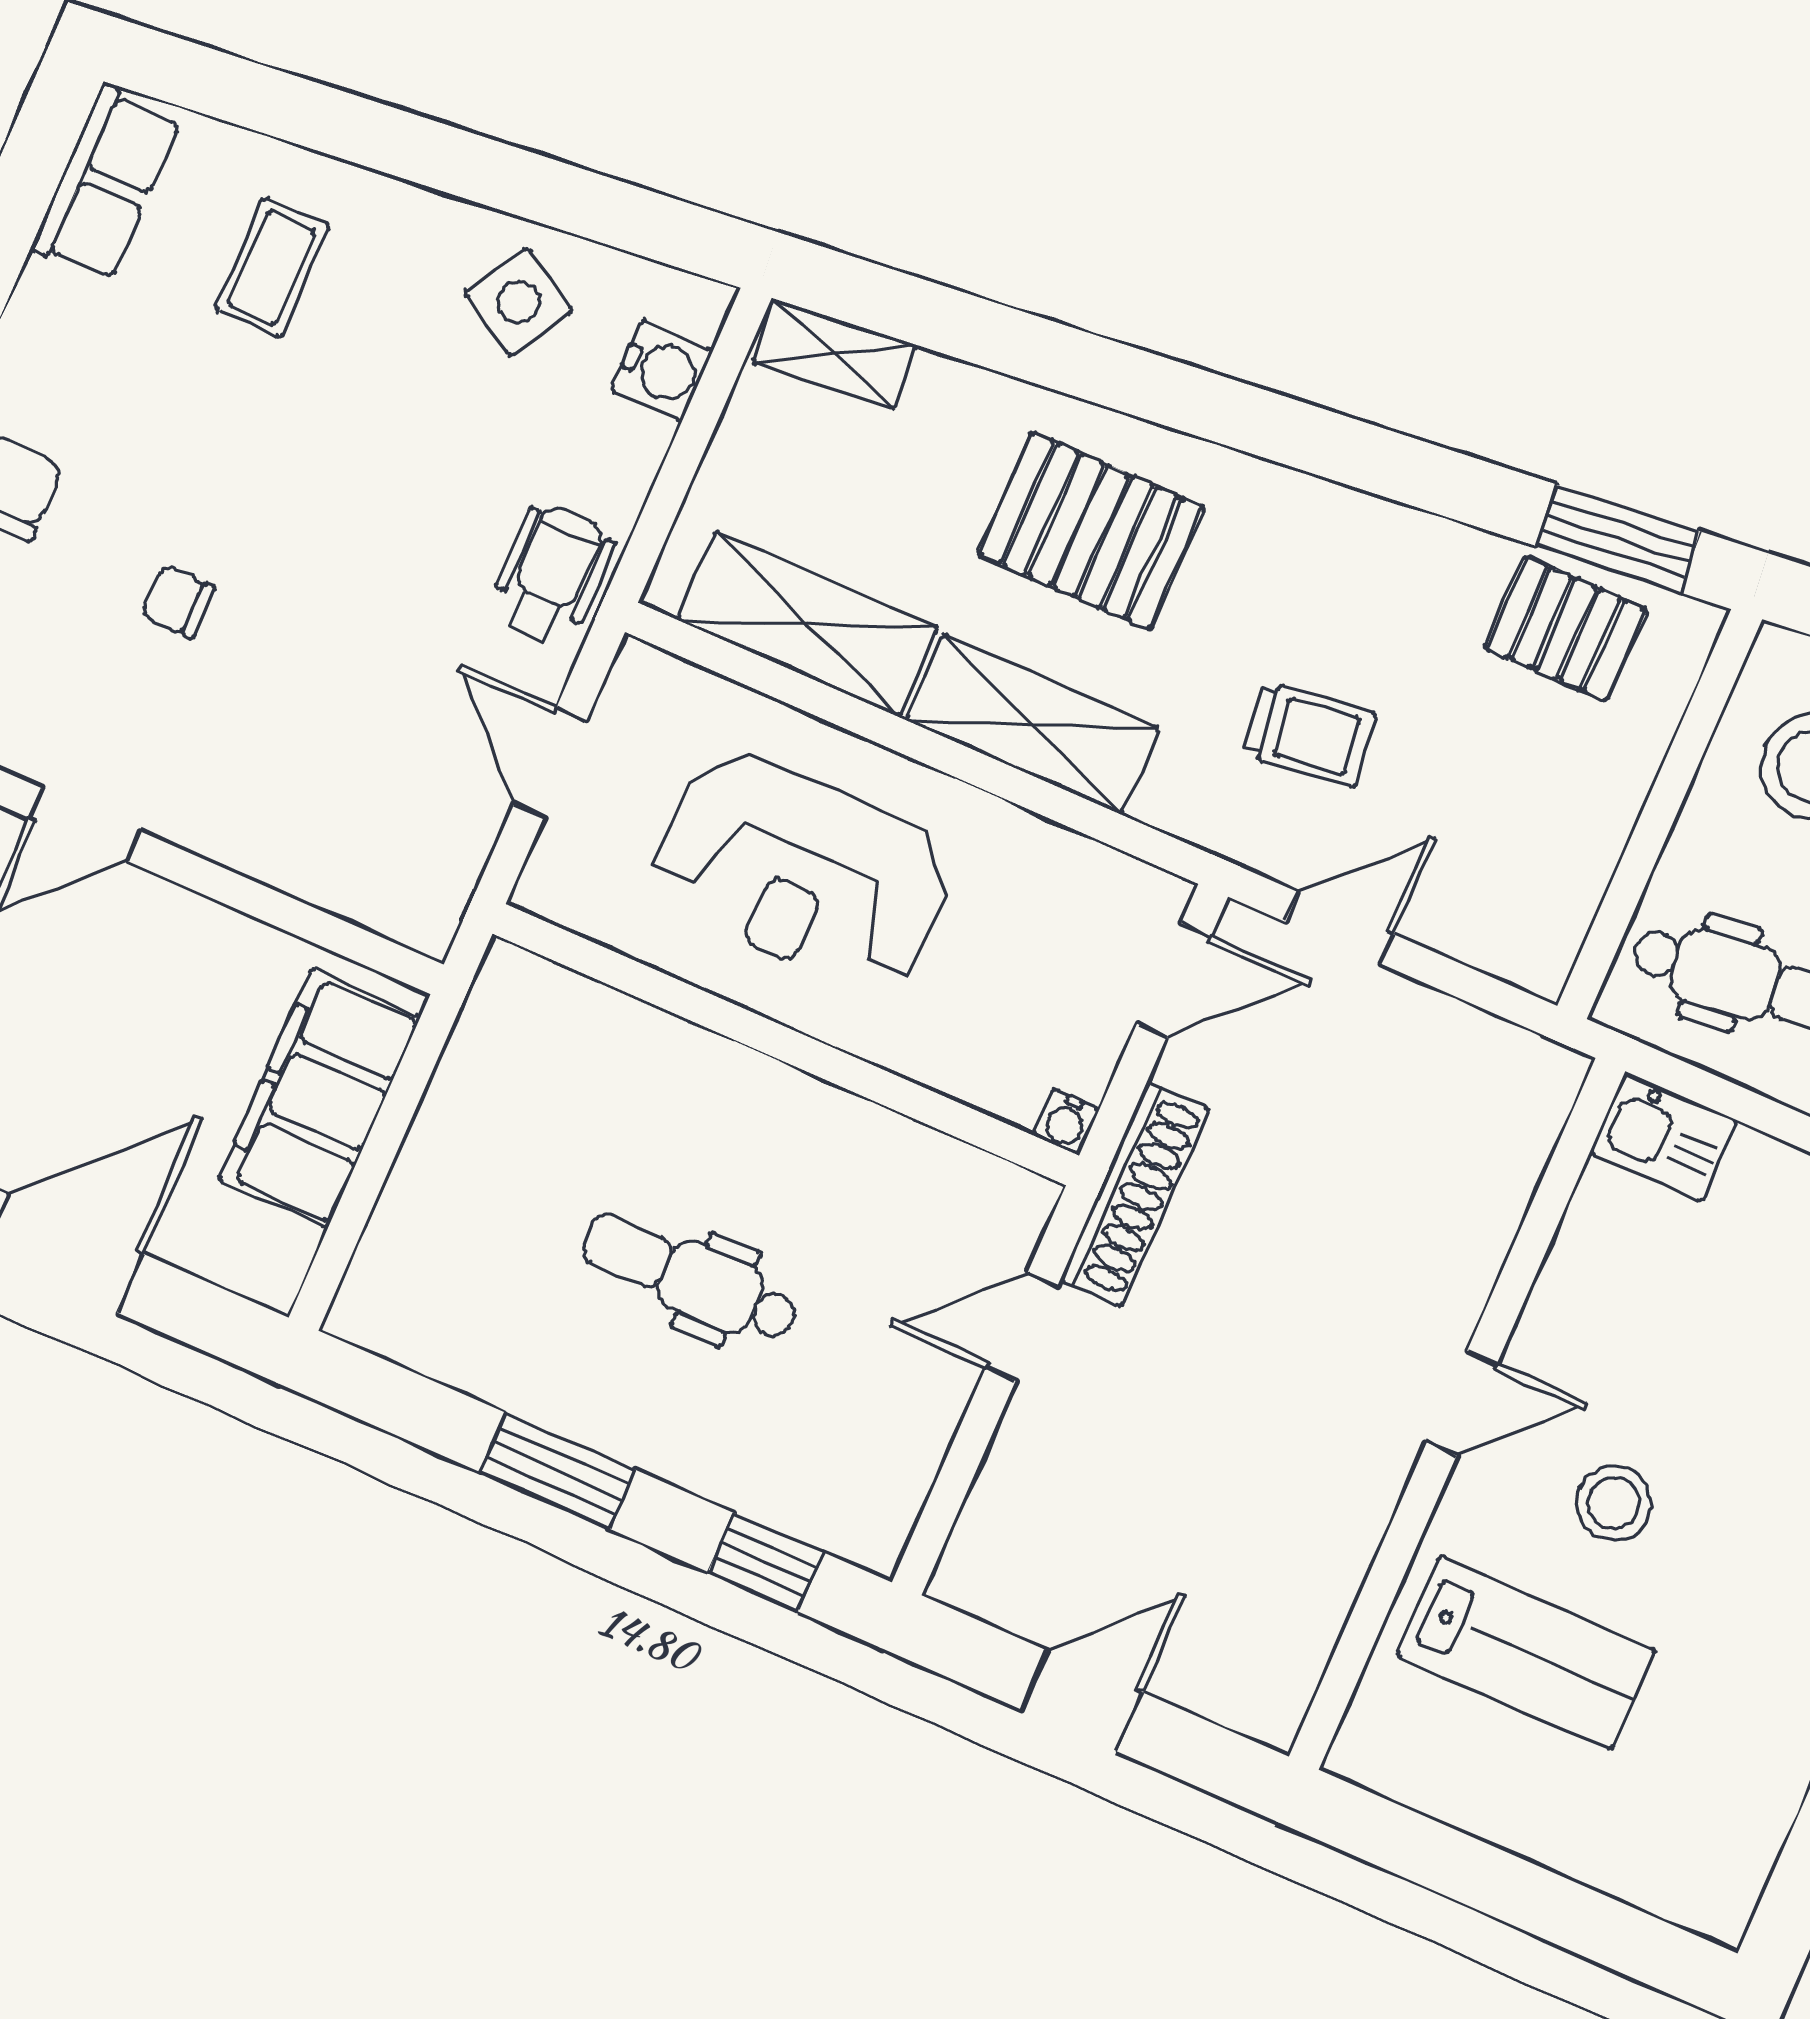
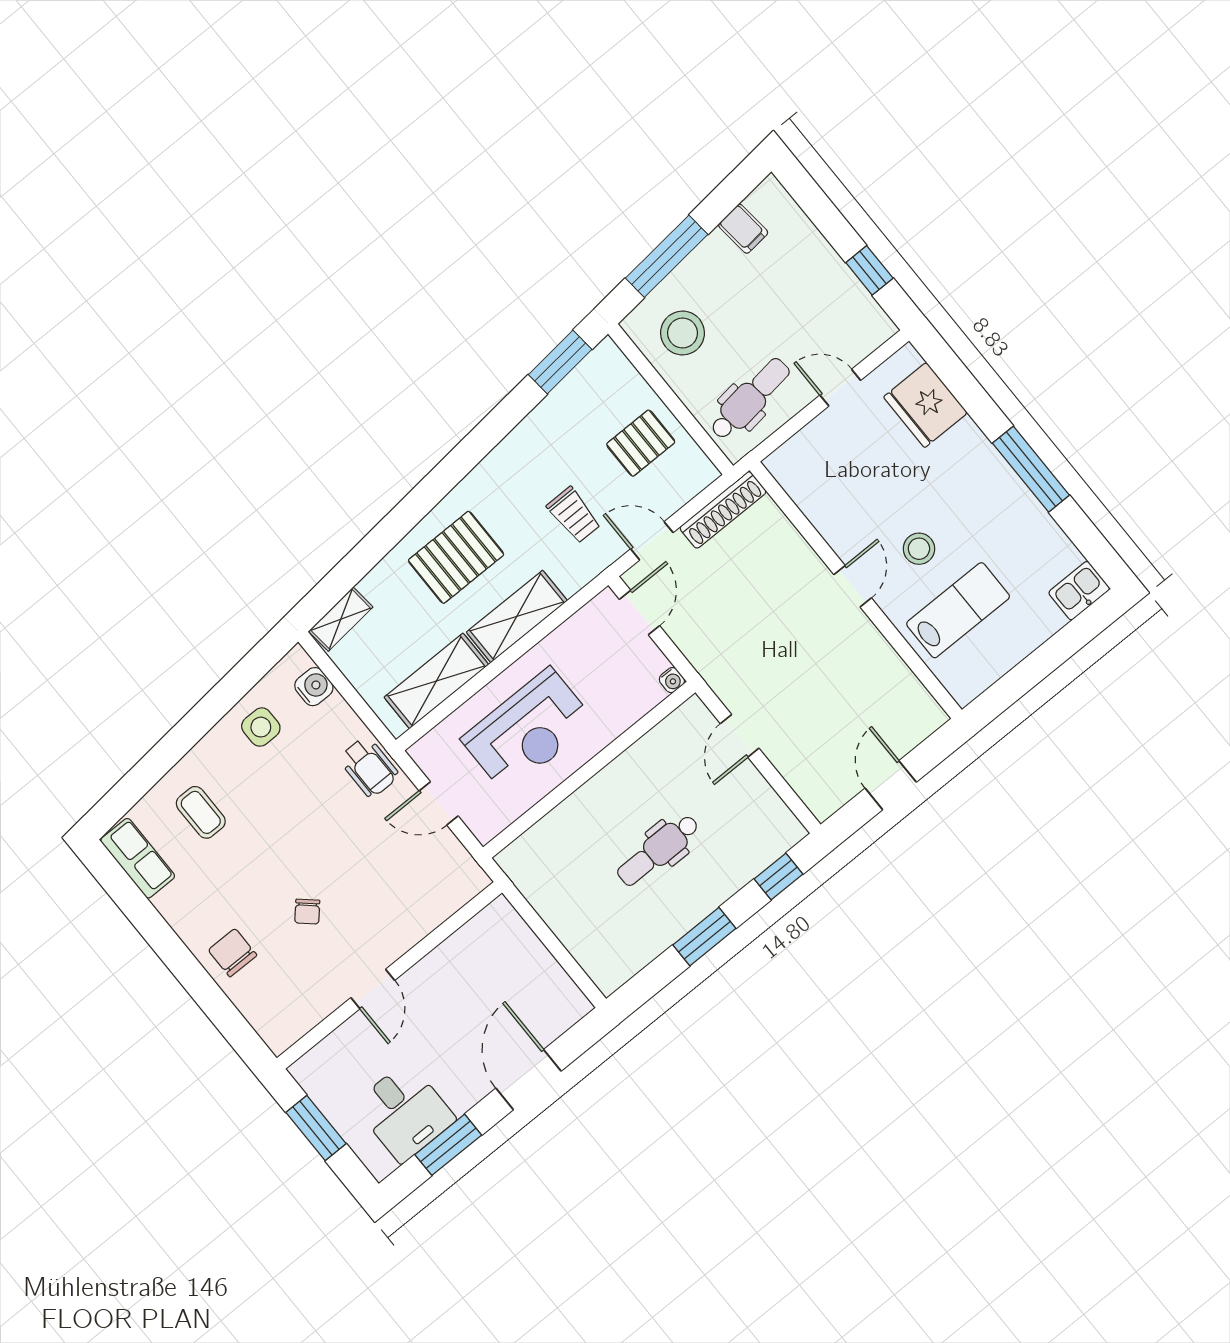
side table: (518, 302) -> (261, 727), turned -31
wheelchair: (552, 575) -> (369, 767), turned 180
chair: (178, 601) -> (307, 912), turned -48
pallet: (1566, 629) -> (641, 443), moved
trolley: (1309, 734) -> (574, 515), turned 98
door: (1340, 928) -> (652, 541), hinge flipped
filing cabinet: (319, 1098) -> (520, 954), removed
kitchen sink: (1663, 1136) -> (1079, 591), moved, turned 180
shoe rack: (1134, 1194) -> (723, 510), moved, turned 90

